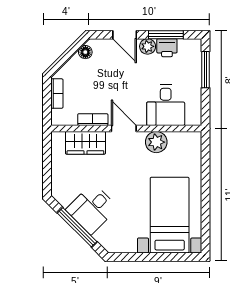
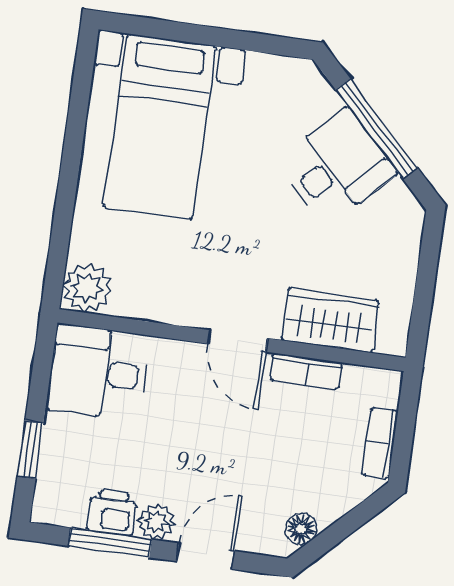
door: (125, 35) -> (205, 556), hinge flipped
window: (206, 70) -> (30, 450), width x0.67
desk: (166, 105) -> (98, 372), moved, turned -90
plant: (156, 142) -> (87, 288), moved

